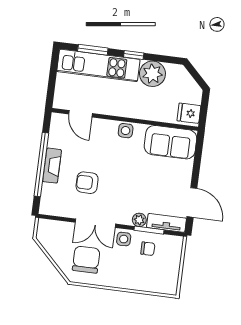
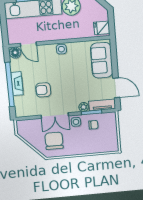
floor lamp: (59, 121) -> (15, 53), added
sofa: (170, 142) -> (102, 60), moved, turned 90

